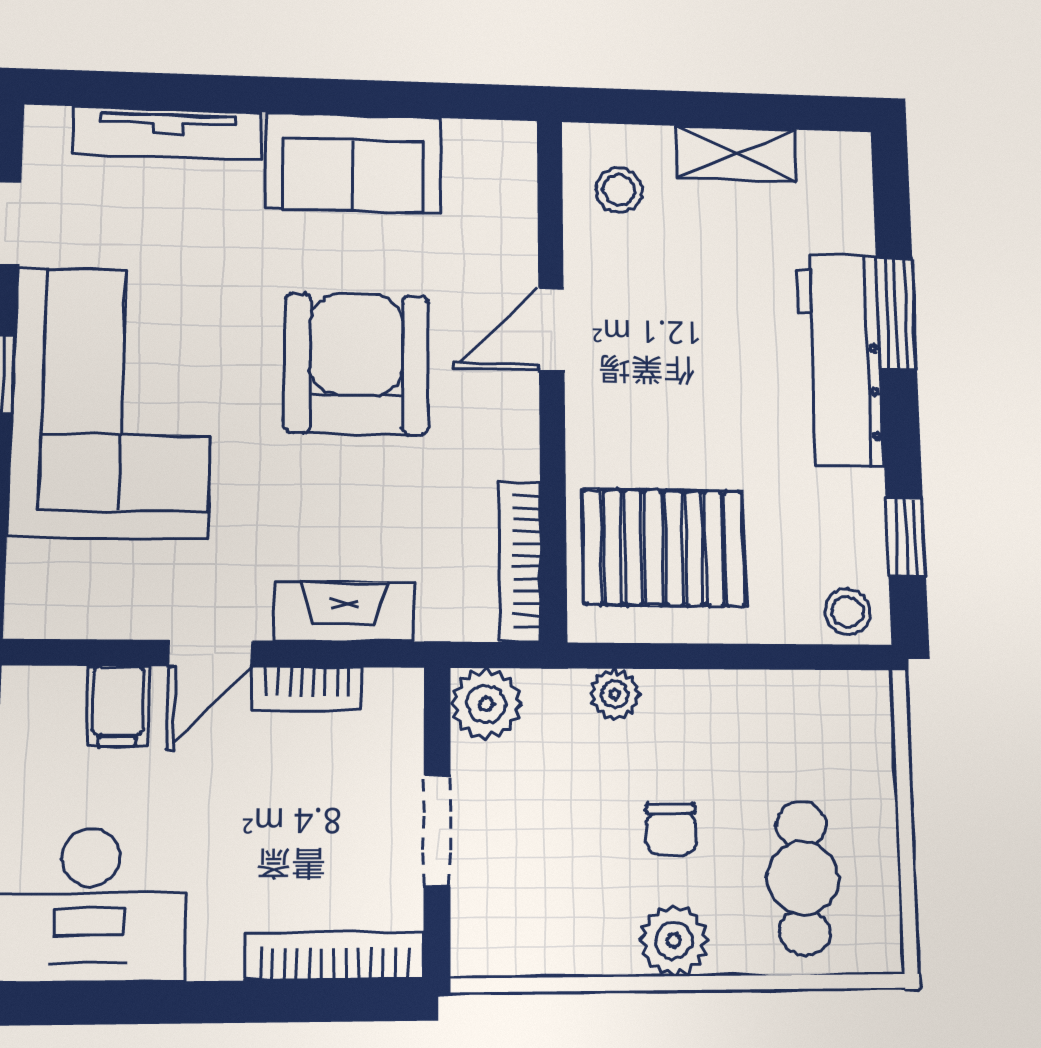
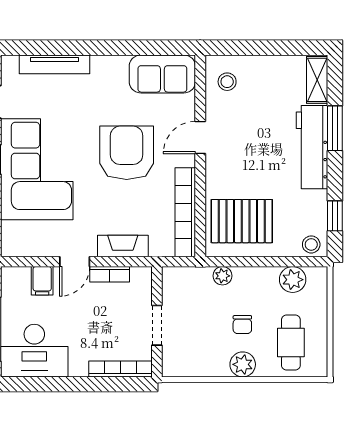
shelving: (737, 154) -> (317, 80), moved, turned 90
sofa: (353, 163) -> (162, 74), moved
bookcase: (520, 561) -> (185, 212), width x1.48, depth x1.31
plant: (486, 704) -> (293, 280), moved

